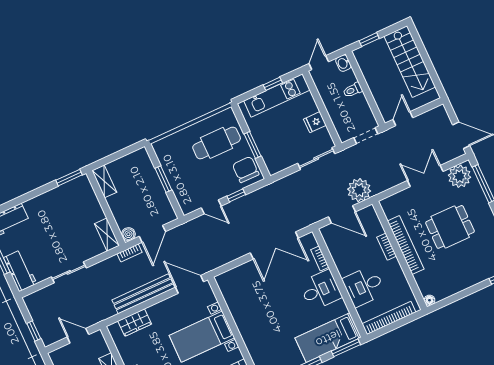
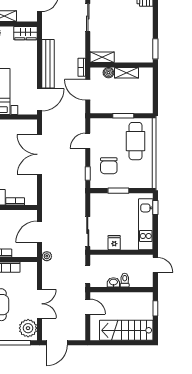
washbasin: (343, 63) -> (113, 282), moved
window: (273, 84) -> (155, 207), moved
cafe table: (217, 143) -> (136, 141), moved
chair: (246, 169) -> (109, 166), moved, turned 90
shelving: (104, 181) -> (127, 73), moved
plant: (359, 190) -> (47, 256), width x0.53, depth x0.53
window: (236, 195) -> (88, 174), moved
boiler: (128, 234) -> (108, 73), moved
double door: (274, 245) -> (39, 154), moved
wardrobe: (135, 322) -> (25, 33), moved, turned -90

